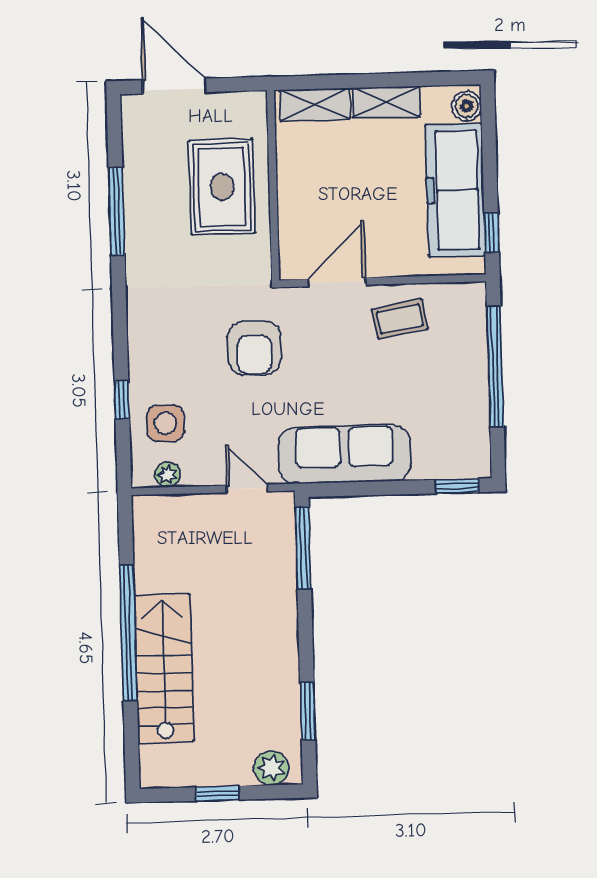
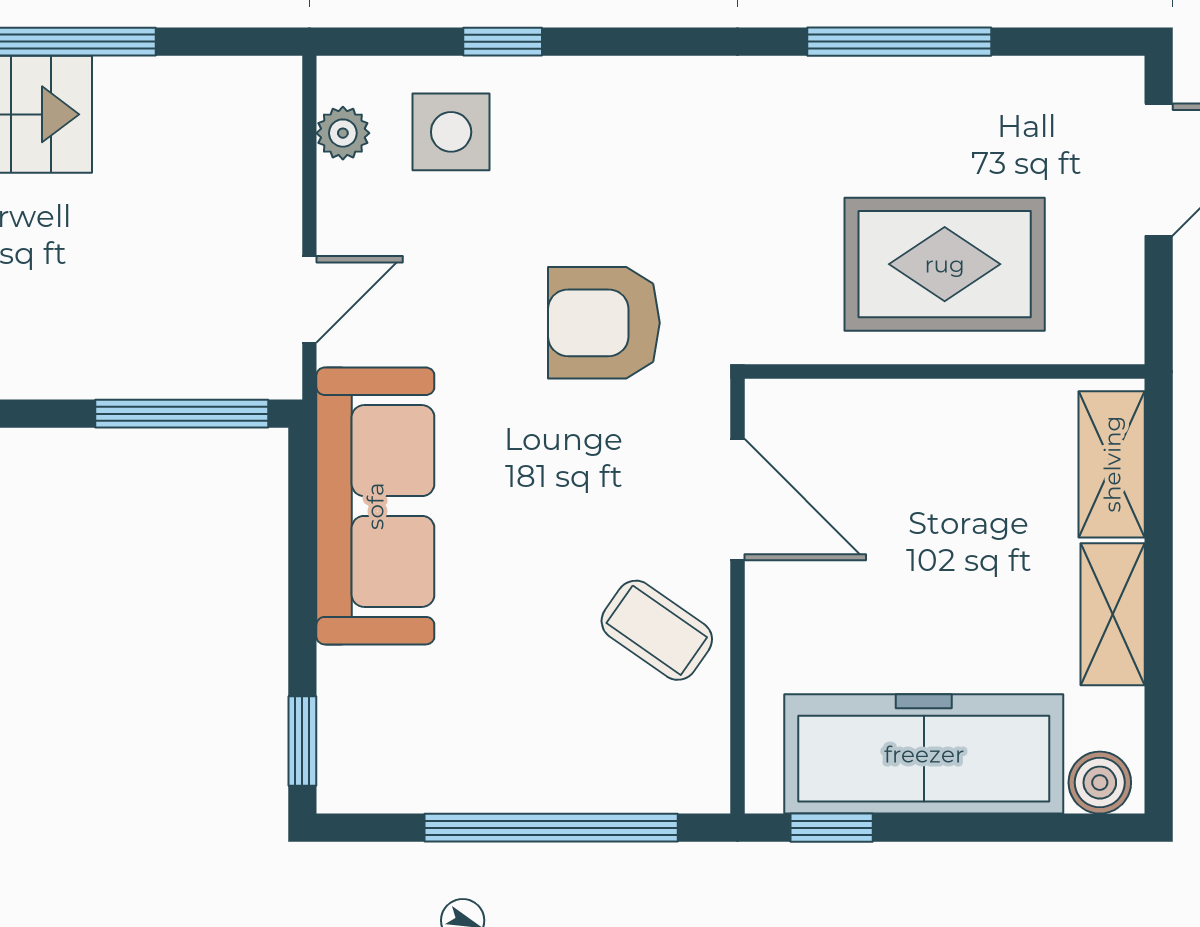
coffee table: (400, 319) -> (657, 630), turned -45

